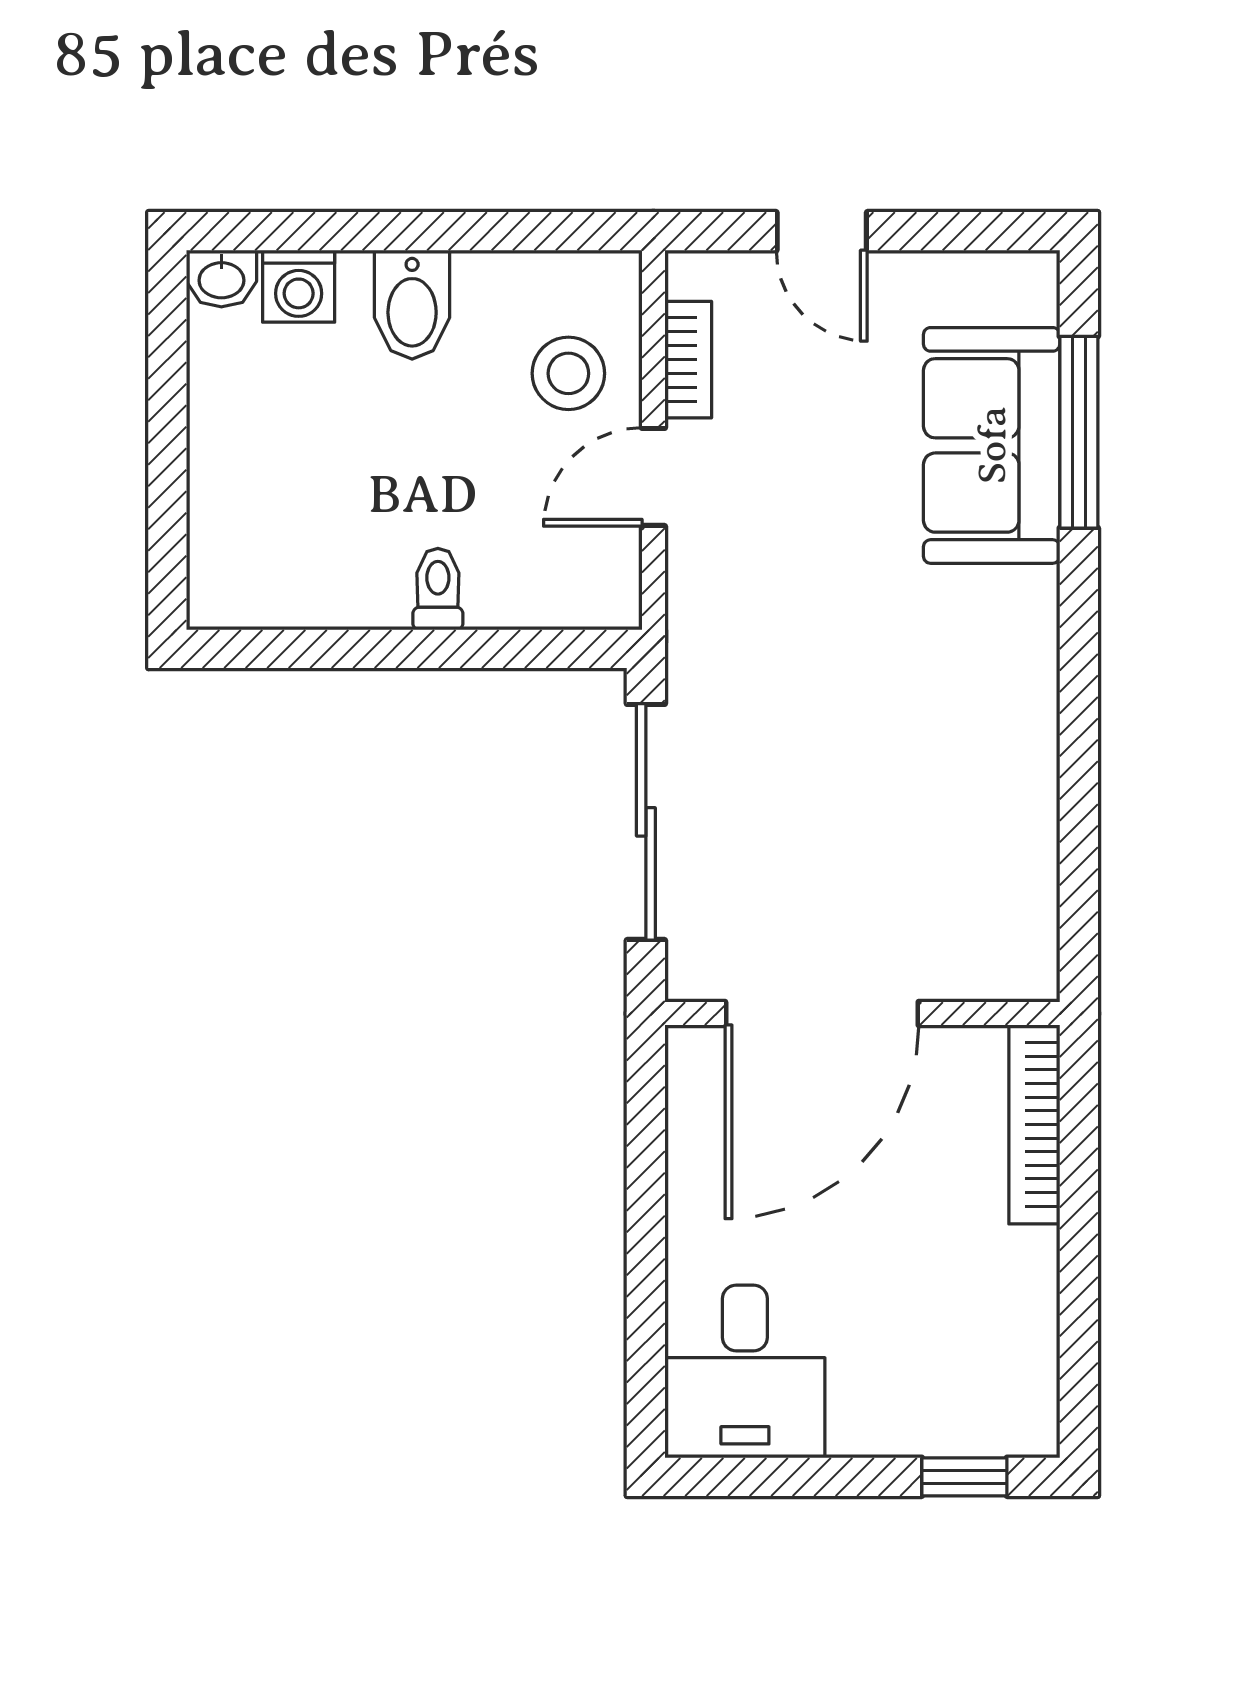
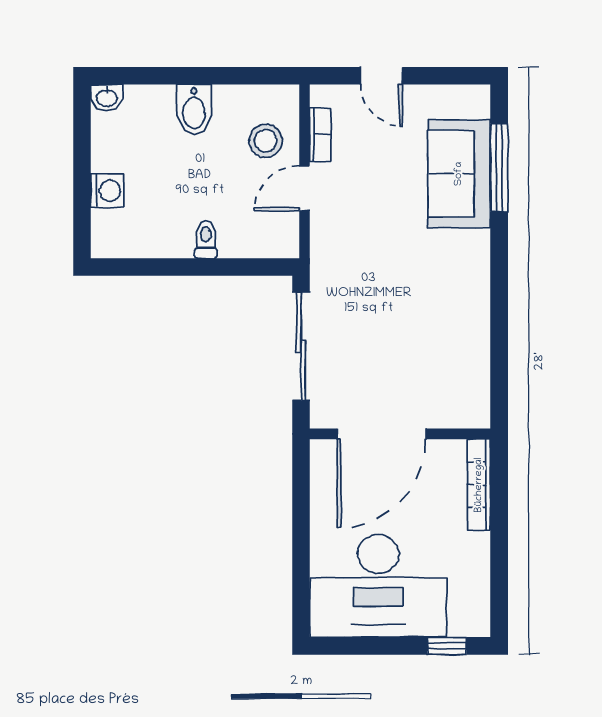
washing machine: (299, 286) -> (107, 191), moved, turned -90
desk: (745, 1372) -> (378, 586), width x1.87, depth x1.30

